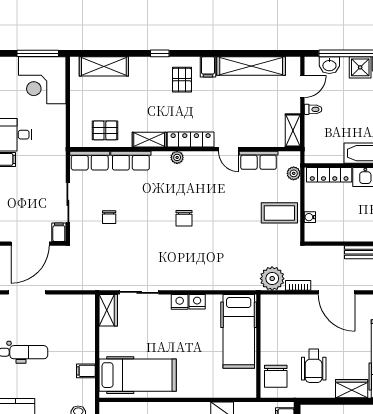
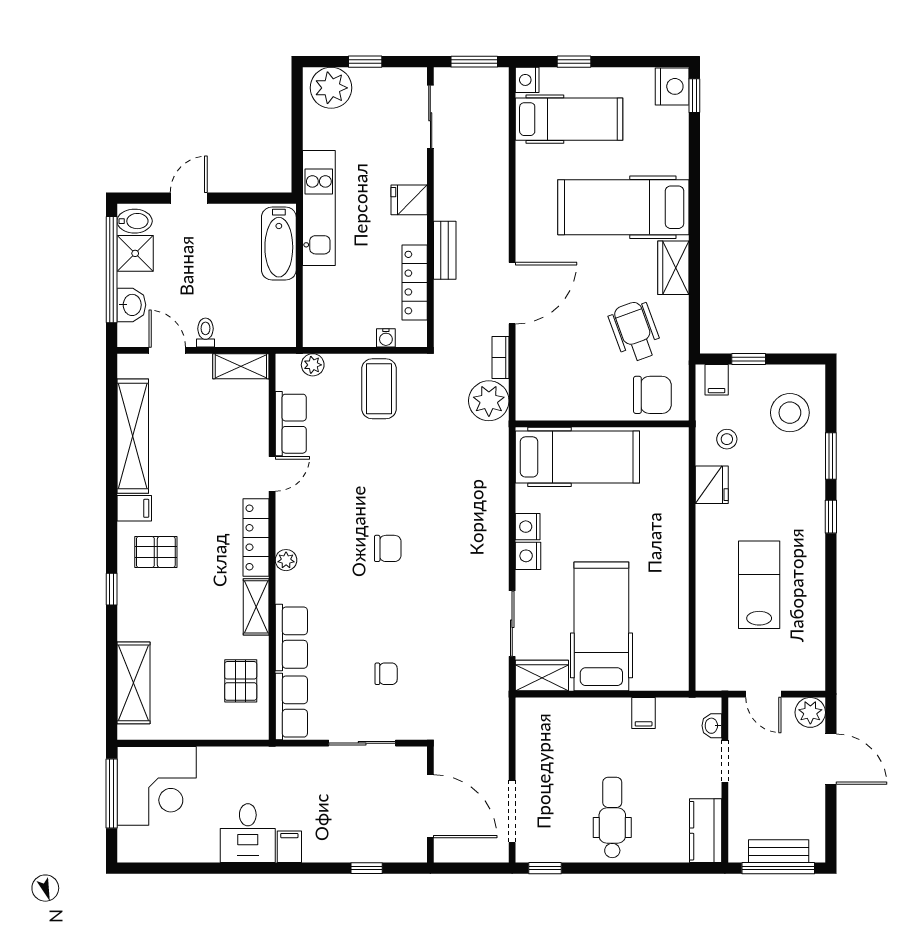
locker: (329, 175) -> (415, 283), moved, turned 180
filing cabinet: (59, 232) -> (411, 758), removed
wheelchair: (314, 366) -> (635, 331), turned -110
hospital bed: (138, 375) -> (601, 626), moved

